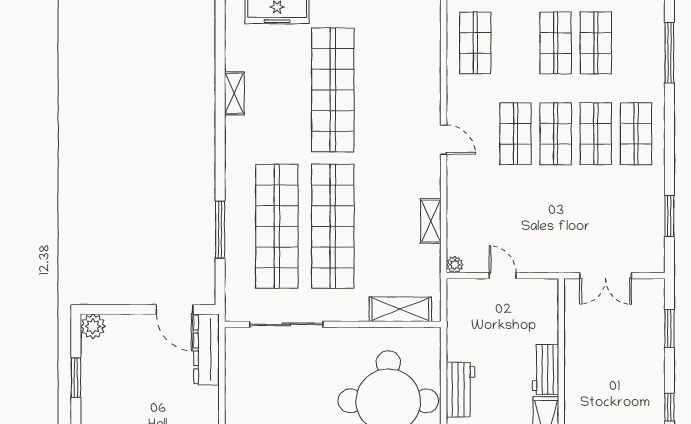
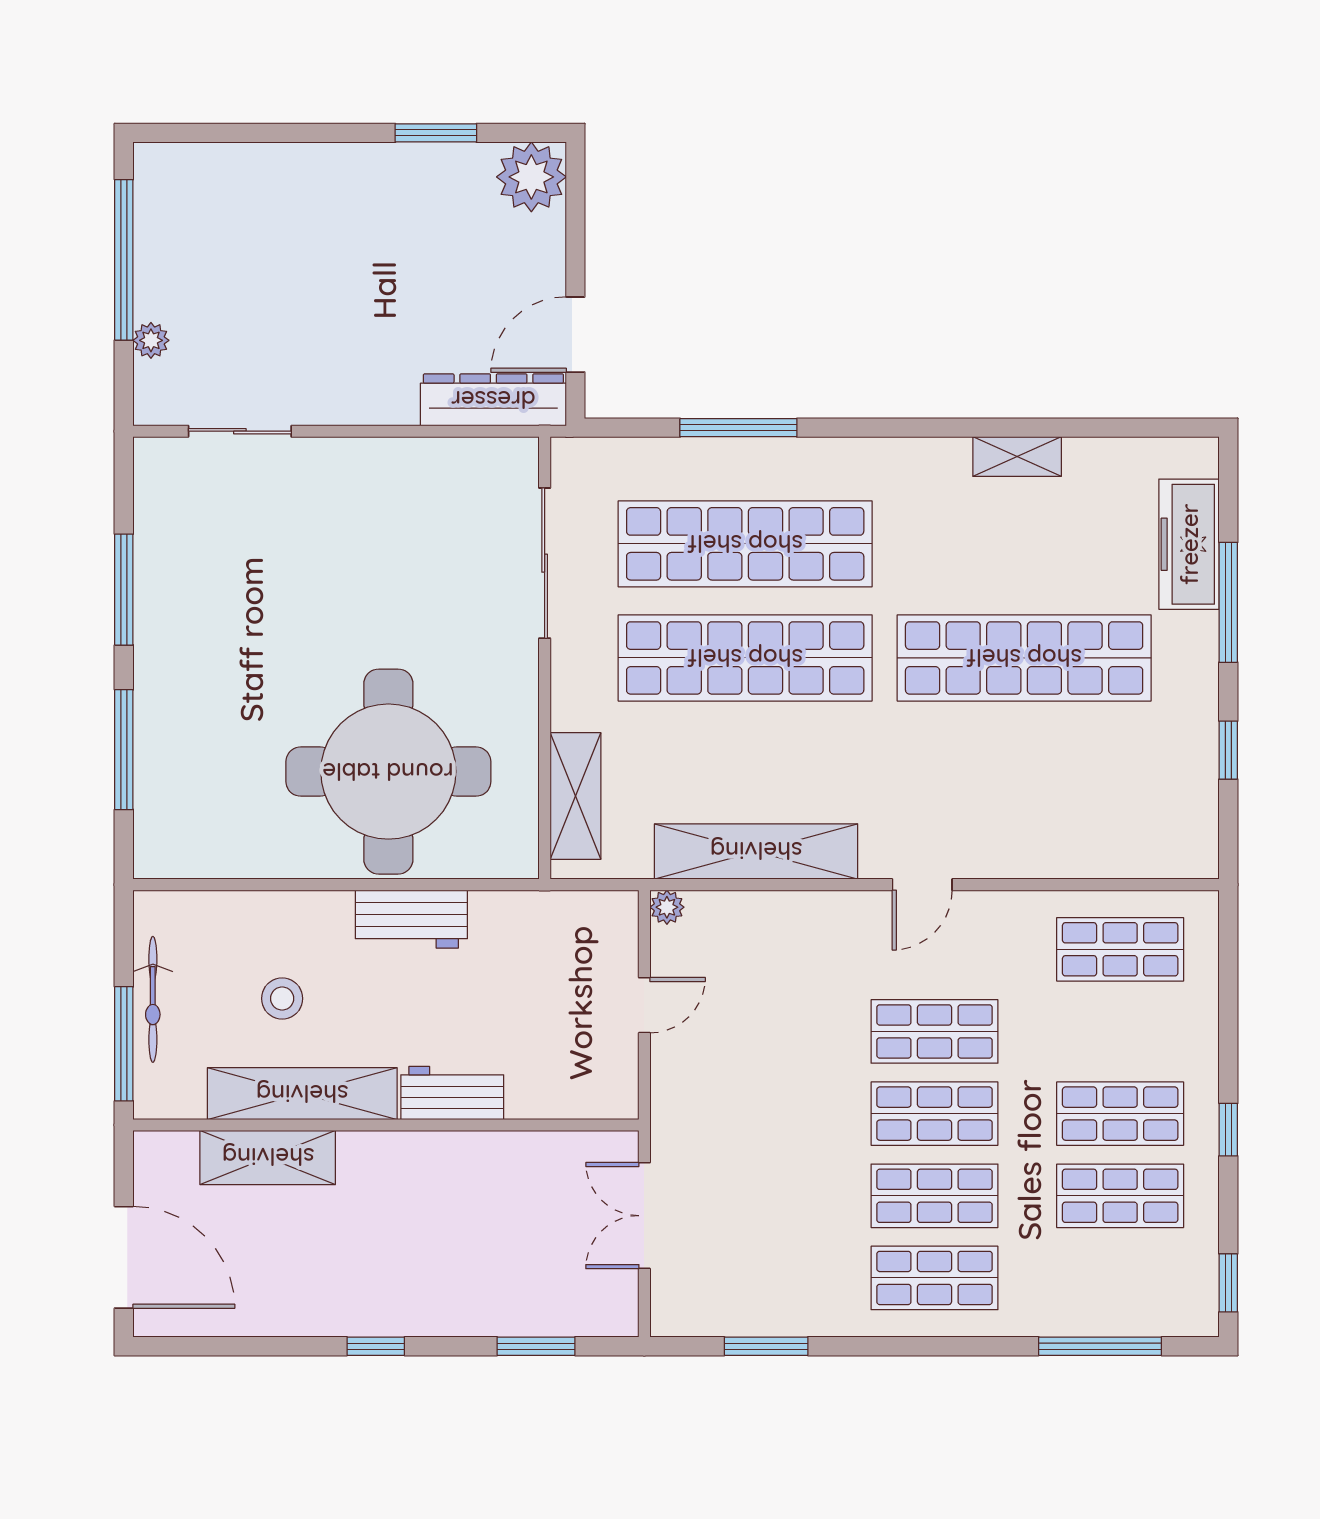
shelving: (431, 221) -> (756, 851), width x2.20, depth x1.33
plant: (93, 326) -> (531, 177), width x1.36, depth x1.36

